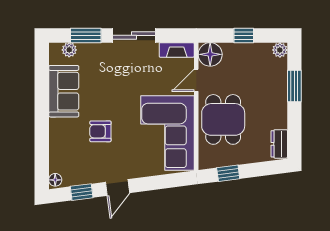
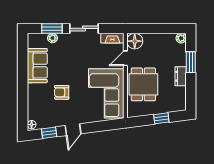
window: (244, 35) -> (157, 28), removed
plant: (69, 50) -> (52, 38), moved
dresser: (279, 144) -> (181, 76), moved
window: (228, 173) -> (161, 118), moved

